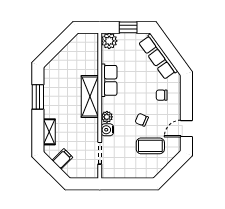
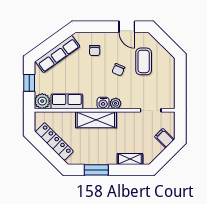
locker: (67, 53) -> (54, 142), added
row of seats: (109, 80) -> (67, 101), moved
water cooler: (107, 130) -> (103, 103), moved
filing cabinet: (62, 159) -> (164, 138), moved

